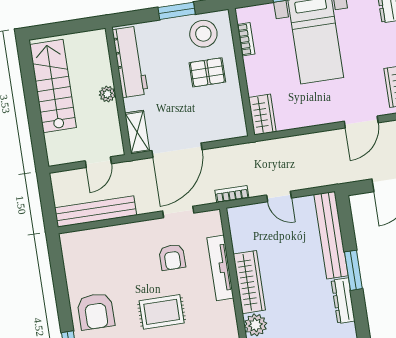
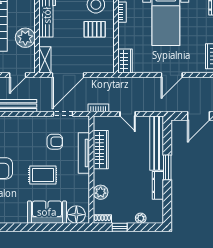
plant: (107, 94) -> (25, 38), width x1.87, depth x1.87
door: (361, 122) -> (172, 75), moved
armchair: (172, 257) -> (55, 142), turned -90
wardrobe: (249, 282) -> (101, 150), moved

